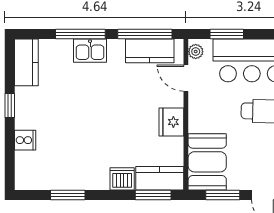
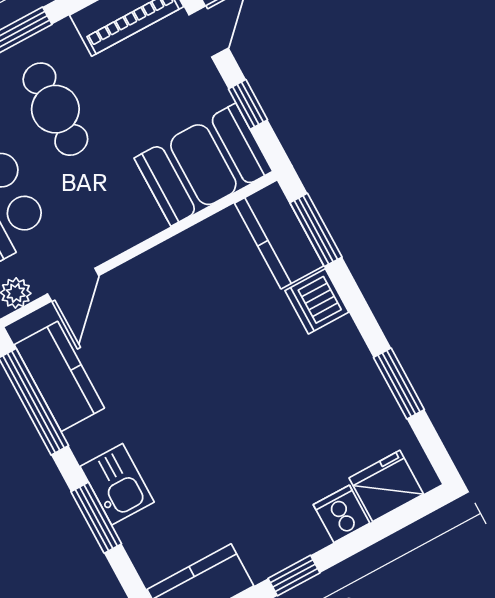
window: (80, 34) -> (96, 518), width x0.69
fridge: (171, 122) -> (386, 486), moved, turned 180
window: (223, 195) -> (248, 104), width x0.67

